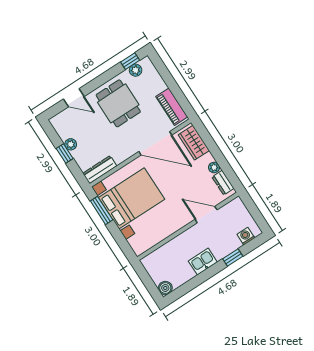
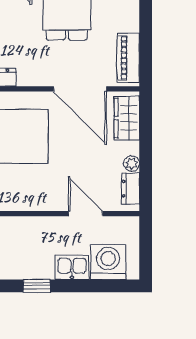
washing machine: (246, 236) -> (108, 262), width x1.89, depth x1.89
window: (233, 258) -> (37, 286), moved
kitchen sink: (203, 262) -> (72, 267), moved

